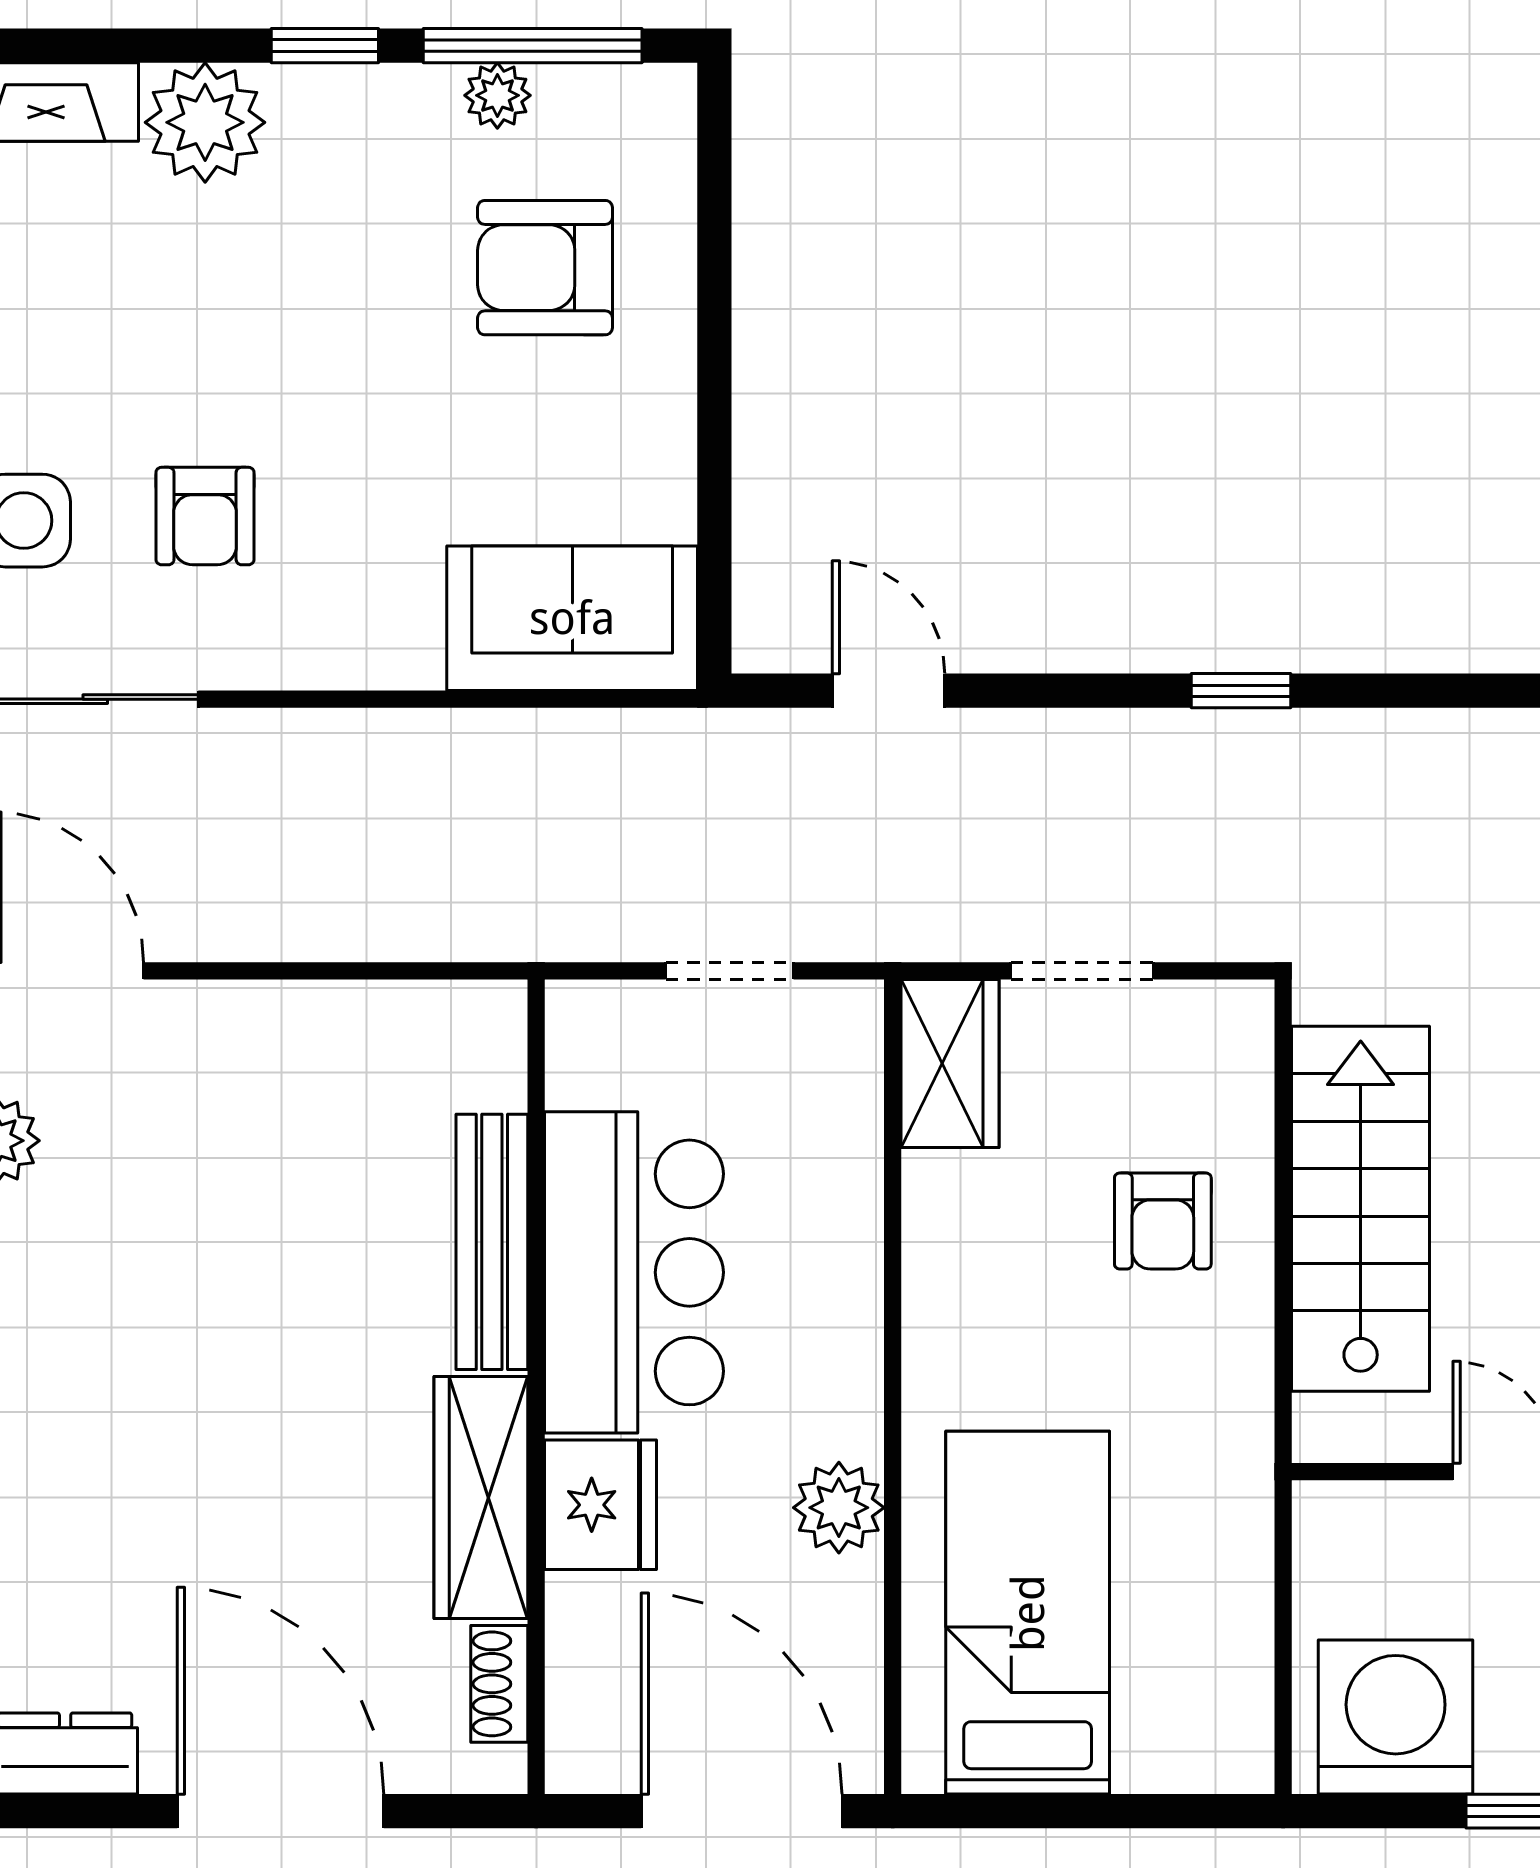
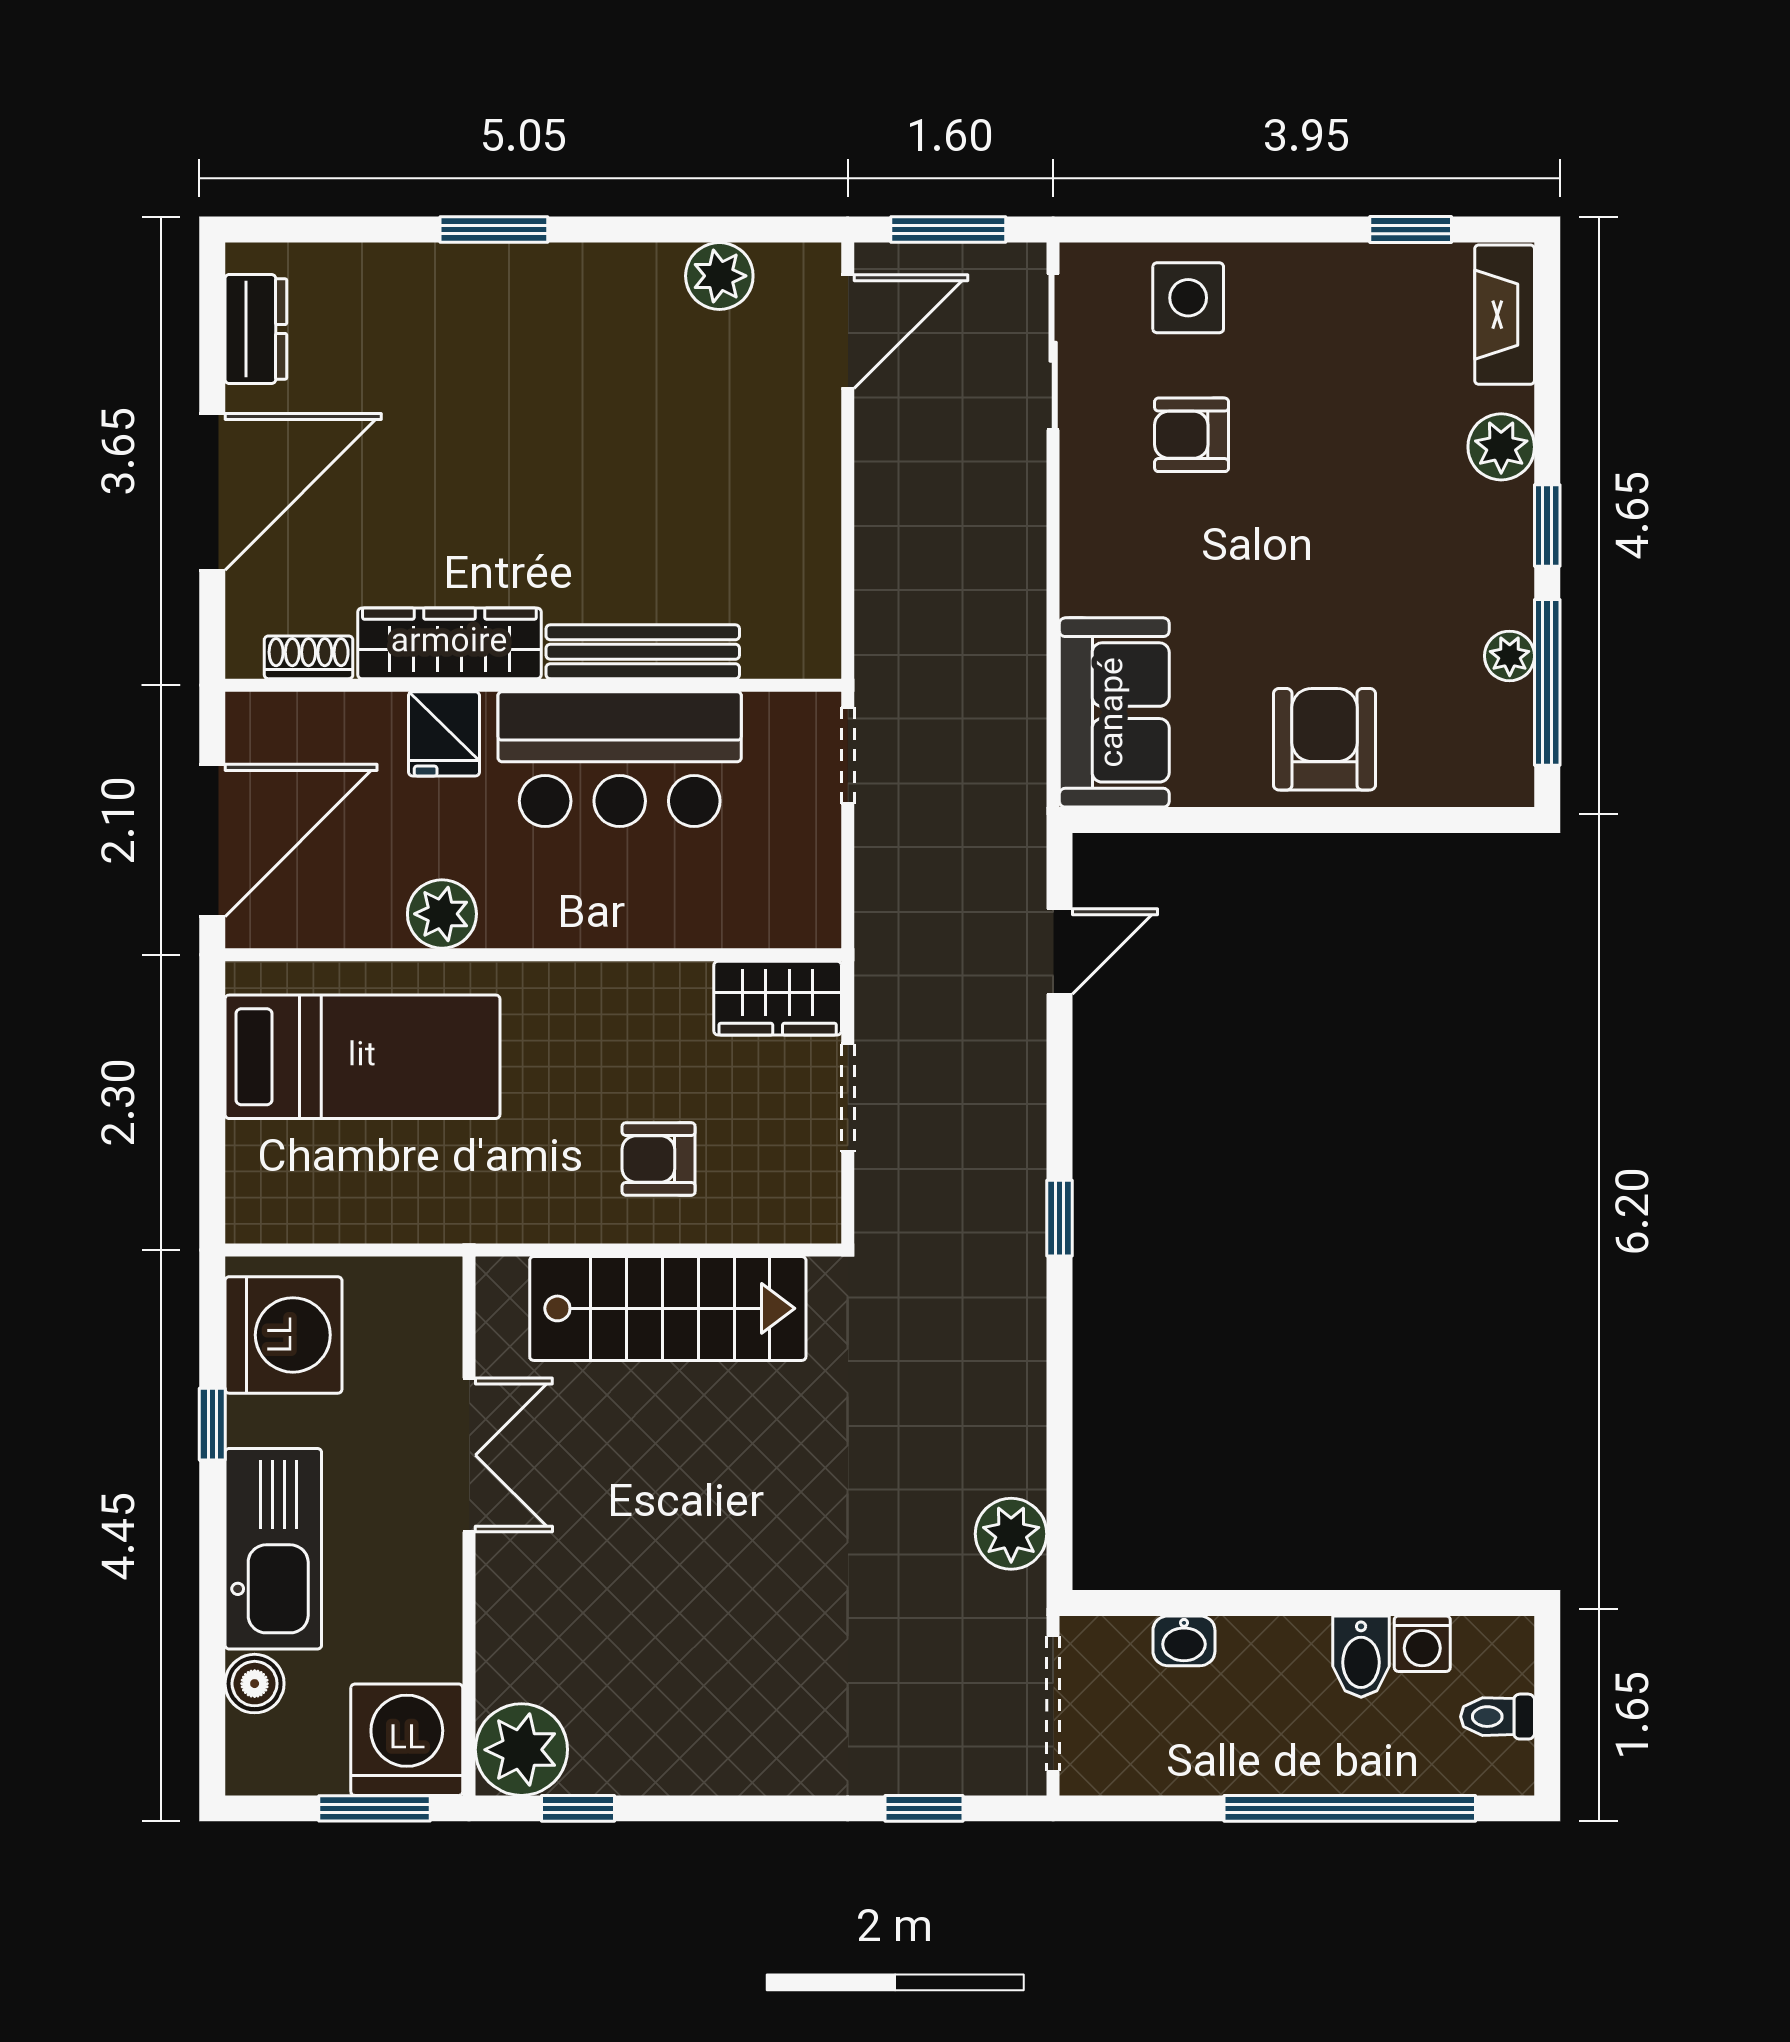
plant: (205, 122) -> (1501, 447), width x0.73, depth x0.73
armchair: (545, 268) -> (1324, 739), moved
doorway: (730, 971) -> (848, 755), moved
fridge: (600, 1505) -> (444, 734), width x0.72

